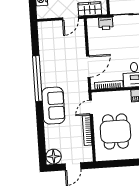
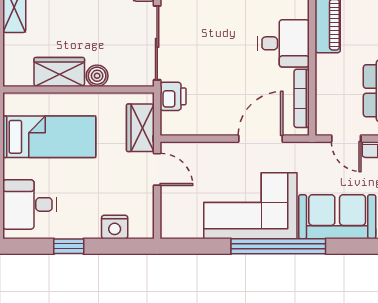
corner sofa: (56, 64) -> (250, 206), added
door: (88, 67) -> (261, 139), hinge flipped

